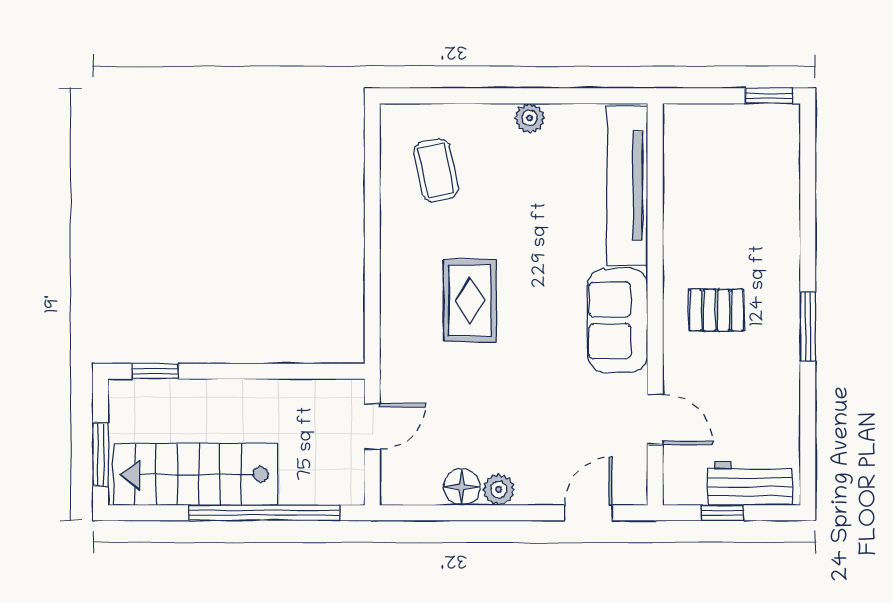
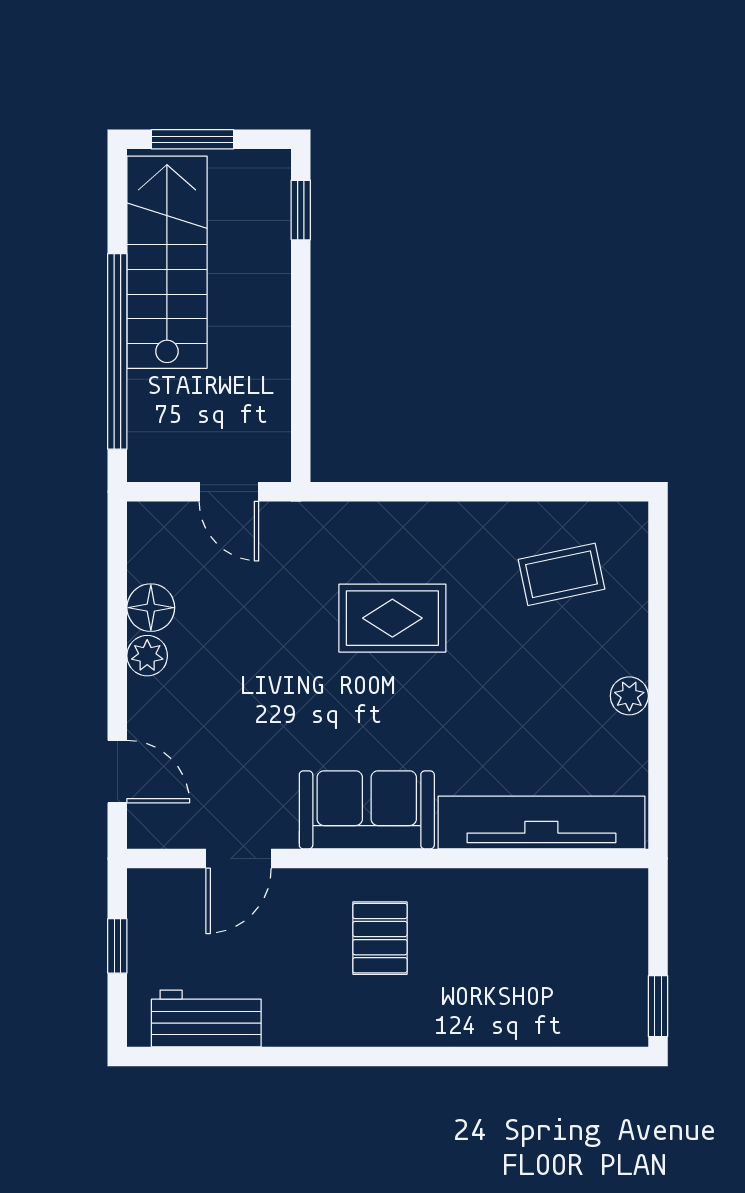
window: (808, 326) -> (359, 1057), removed
workbench: (750, 483) -> (206, 1018), moved, turned -90

